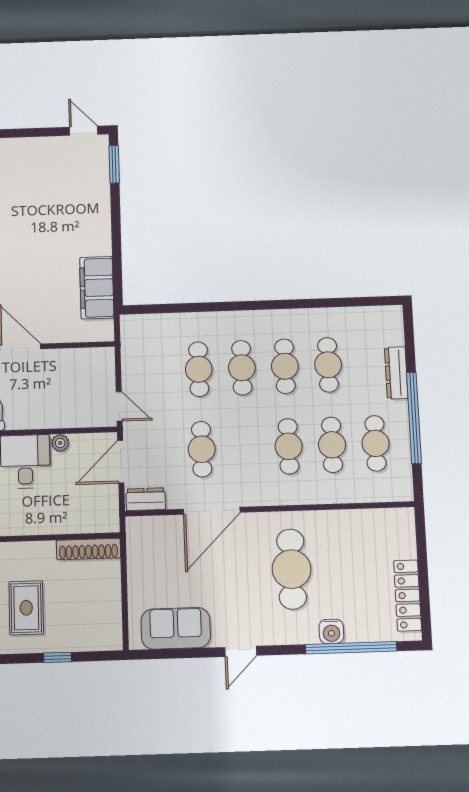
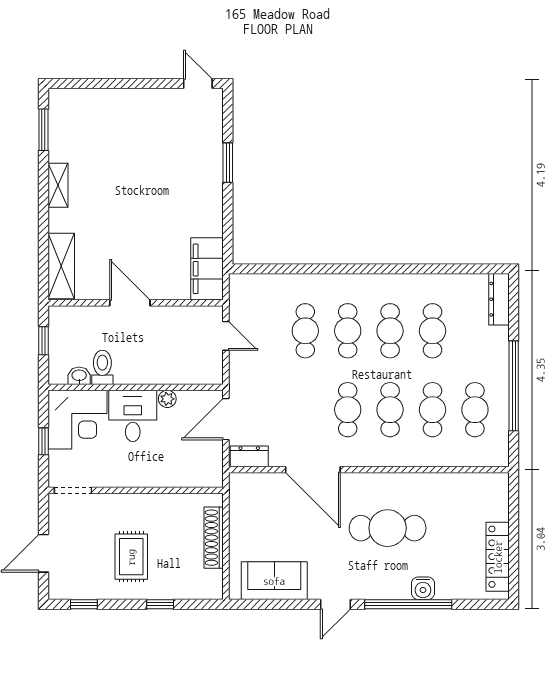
window: (114, 164) -> (228, 163), moved
filing cabinet: (97, 288) -> (207, 269), moved
dresser: (396, 373) -> (499, 299), moved
door: (119, 406) -> (226, 336), moved
cafe table: (202, 449) -> (348, 410), moved
door: (212, 511) -> (313, 470), hinge flipped
shoe rack: (88, 549) -> (214, 538), moved, turned 90
cafe table: (292, 569) -> (388, 528), turned 90
window: (351, 648) -> (408, 604), moved

